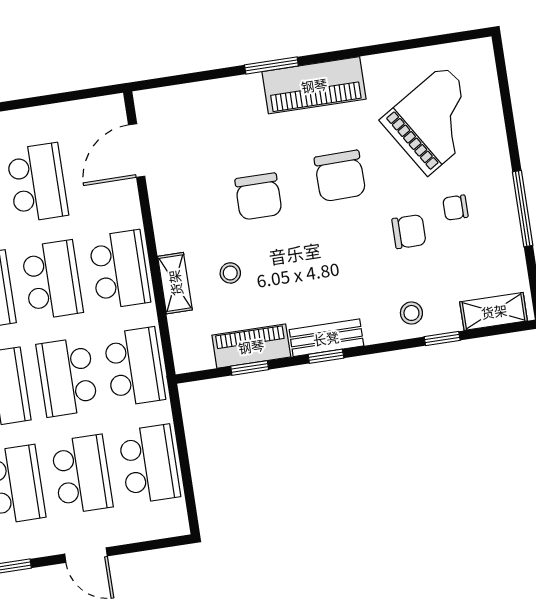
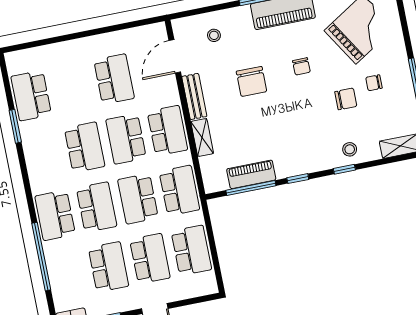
chair: (340, 176) -> (301, 66), width x0.54, depth x0.54
stool: (230, 273) -> (214, 35), moved
school desk: (52, 280) -> (126, 139), turned 180
bench: (326, 338) -> (194, 96), moved, turned 90
window: (442, 338) -> (344, 169), moved
window: (250, 368) -> (251, 188), width x2.17

